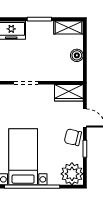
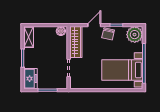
boiler: (77, 55) -> (61, 31), moved
wardrobe: (69, 93) -> (76, 42), width x1.50

